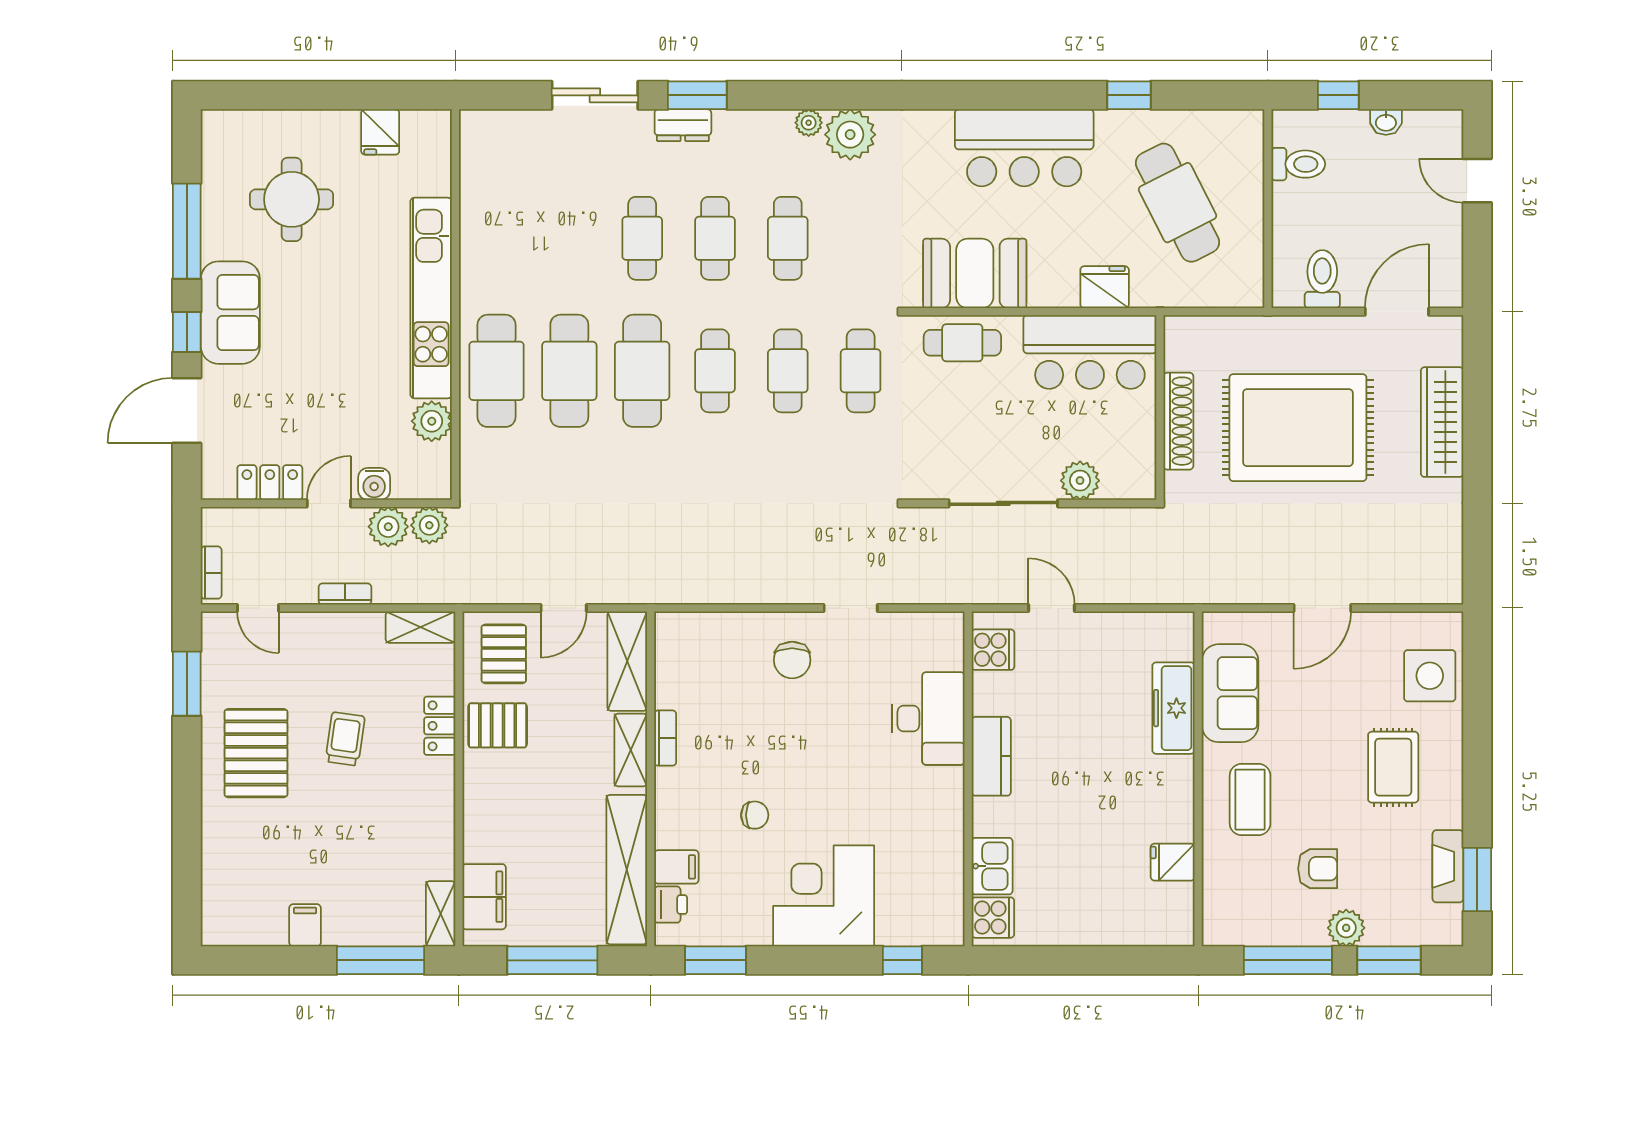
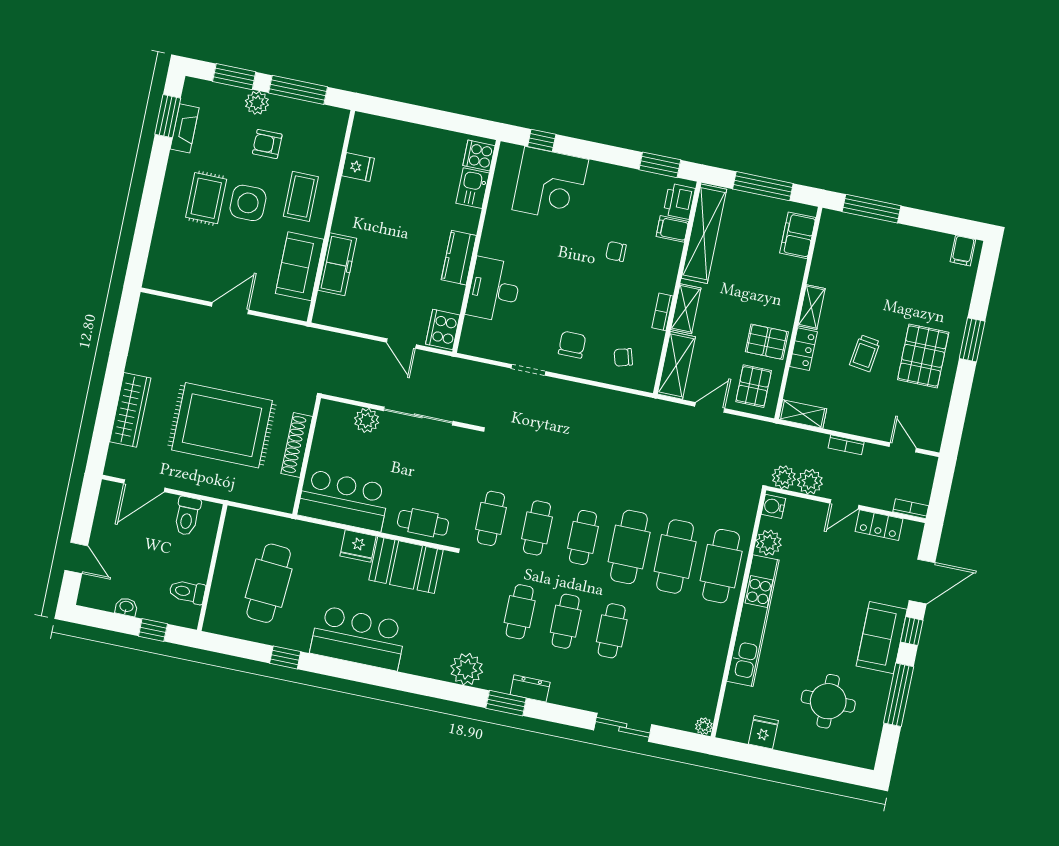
window: (697, 95) -> (506, 703), moved
plant: (809, 123) -> (704, 726), moved
dresser: (683, 125) -> (530, 688), moved
cafe table: (1177, 203) -> (269, 583), turned 31
fridge: (1105, 287) -> (358, 546), moved
water cooler: (374, 484) -> (773, 506), moved, turned -90
bookcase: (211, 573) -> (911, 509), moved, turned 90
cooker: (993, 650) -> (443, 330), width x1.36
chair: (710, 657) -> (623, 357), added
side table: (1430, 676) -> (248, 203), moved
window: (187, 684) -> (972, 340), moved
corner desk: (824, 896) -> (550, 185), moved
printer: (671, 905) -> (679, 201), width x1.36, depth x1.24
shelving: (441, 914) -> (812, 307), moved
filing cabinet: (305, 925) -> (963, 251), moved

